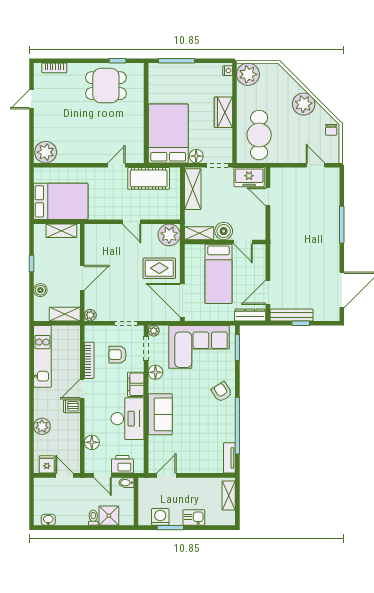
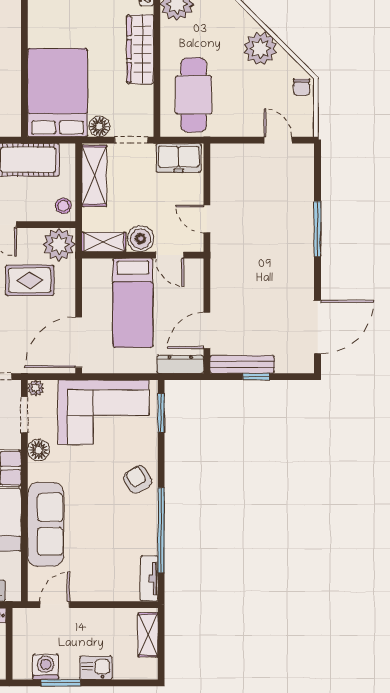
wardrobe: (223, 112) -> (140, 49), width x1.50
door: (268, 197) -> (207, 219), moved
stool: (172, 209) -> (63, 206), added
rug: (159, 268) -> (30, 280), moved
door: (182, 300) -> (79, 342), hinge flipped
sofa: (160, 414) -> (46, 524), width x1.36

